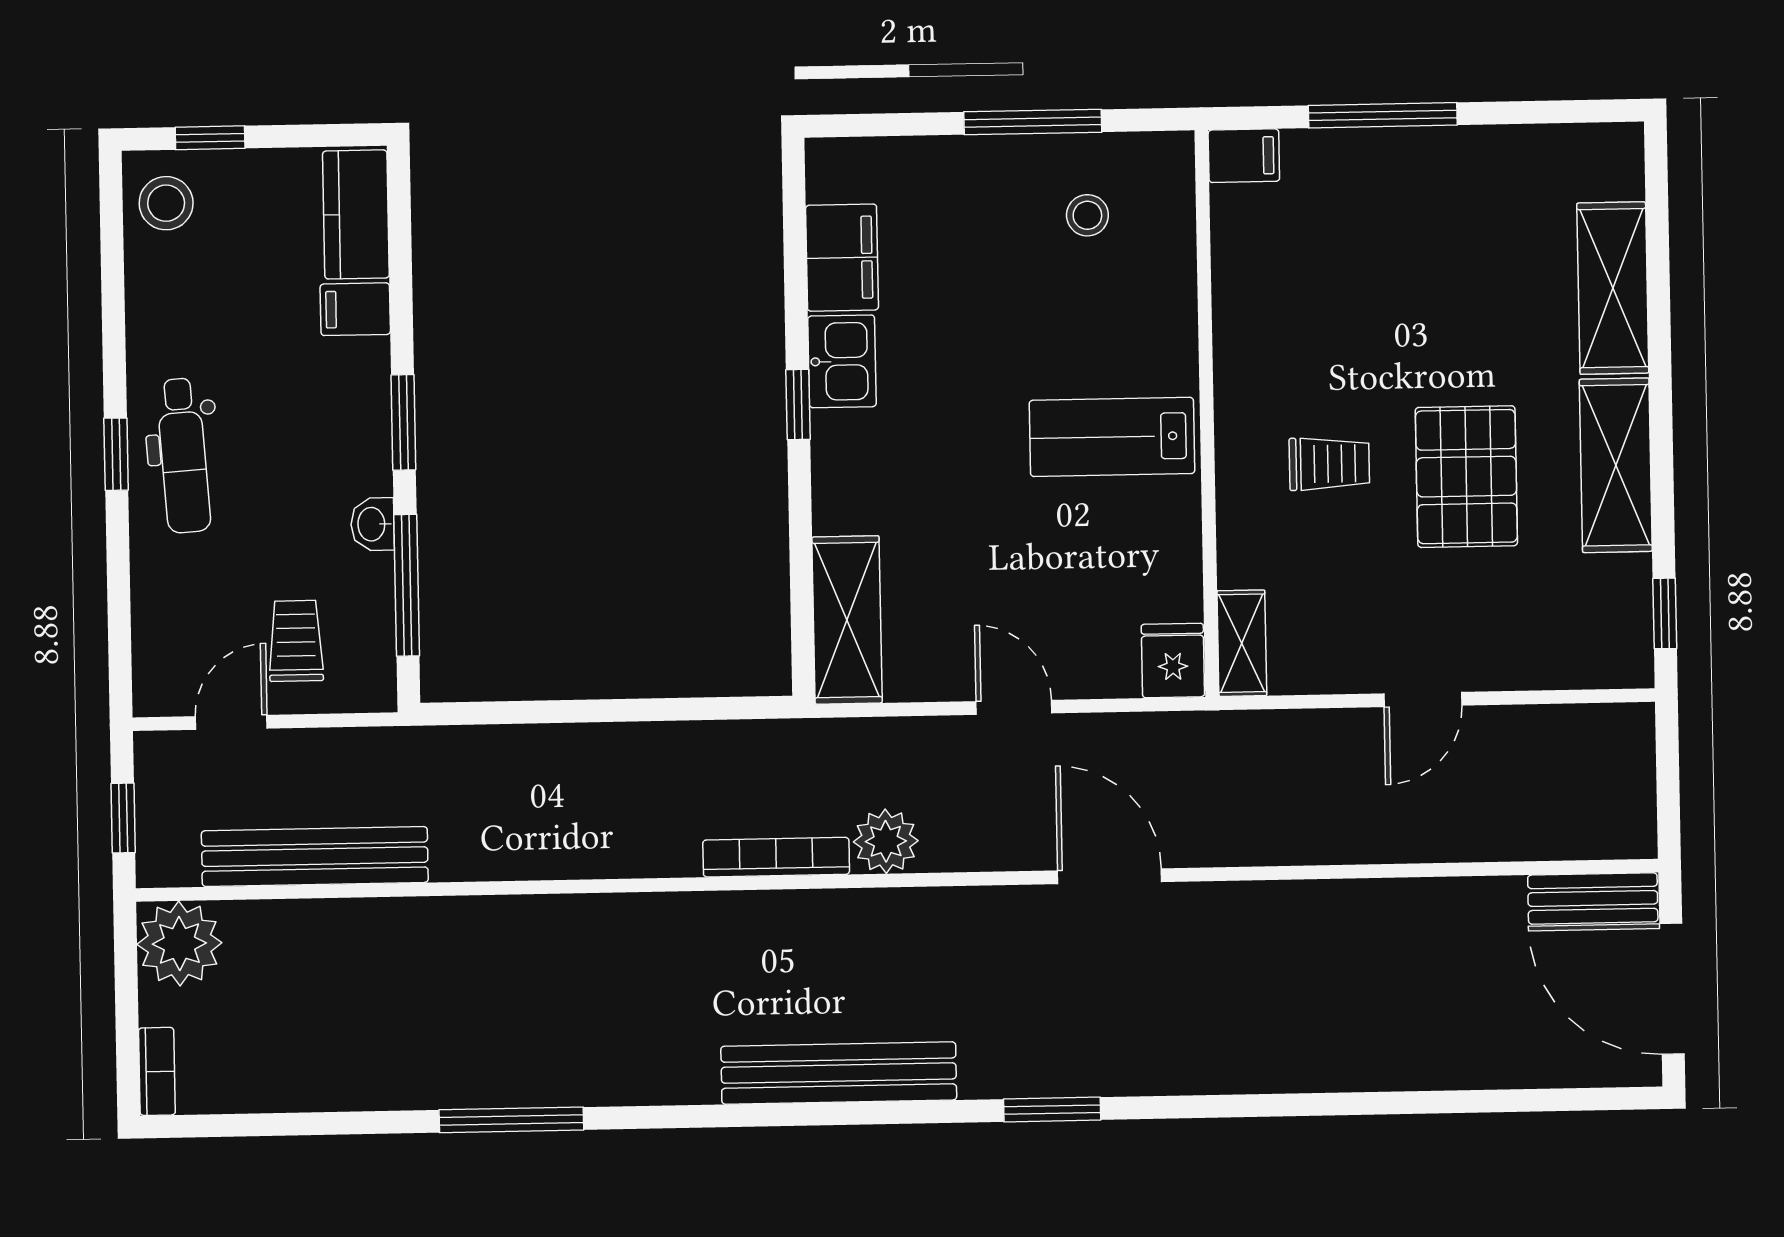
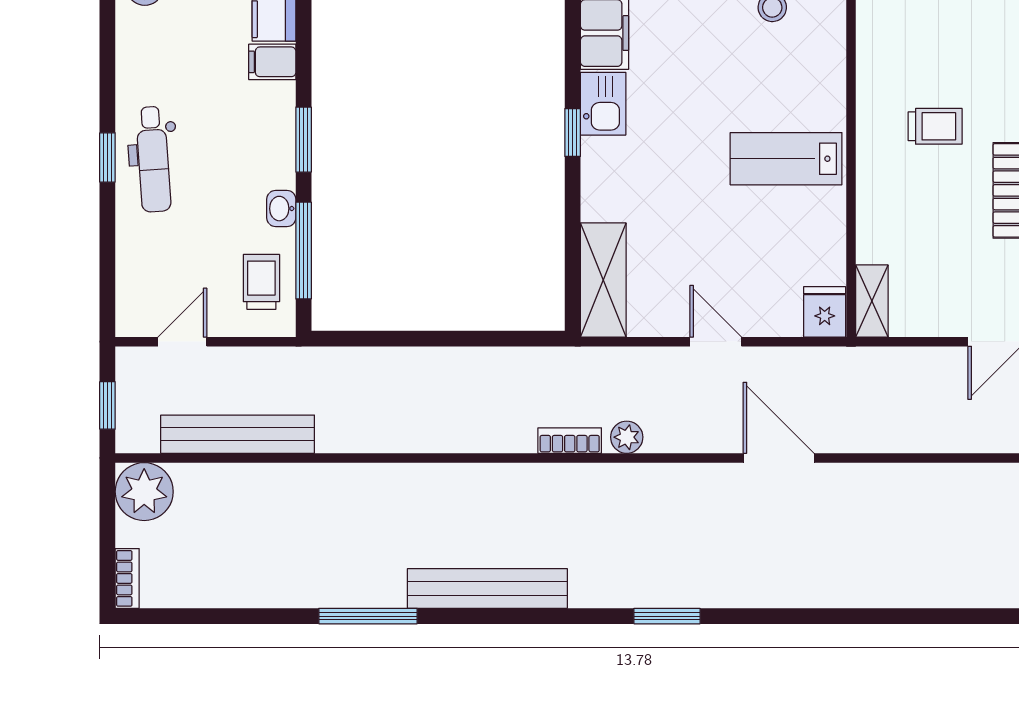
trolley: (1329, 464) -> (935, 126), moved
trolley: (296, 641) -> (261, 282), moved
plant: (886, 841) -> (627, 437), width x0.73, depth x0.73
bookcase: (776, 857) -> (570, 441), width x0.64
bench: (839, 1073) -> (487, 588), moved
window: (1052, 1110) -> (667, 616), moved

